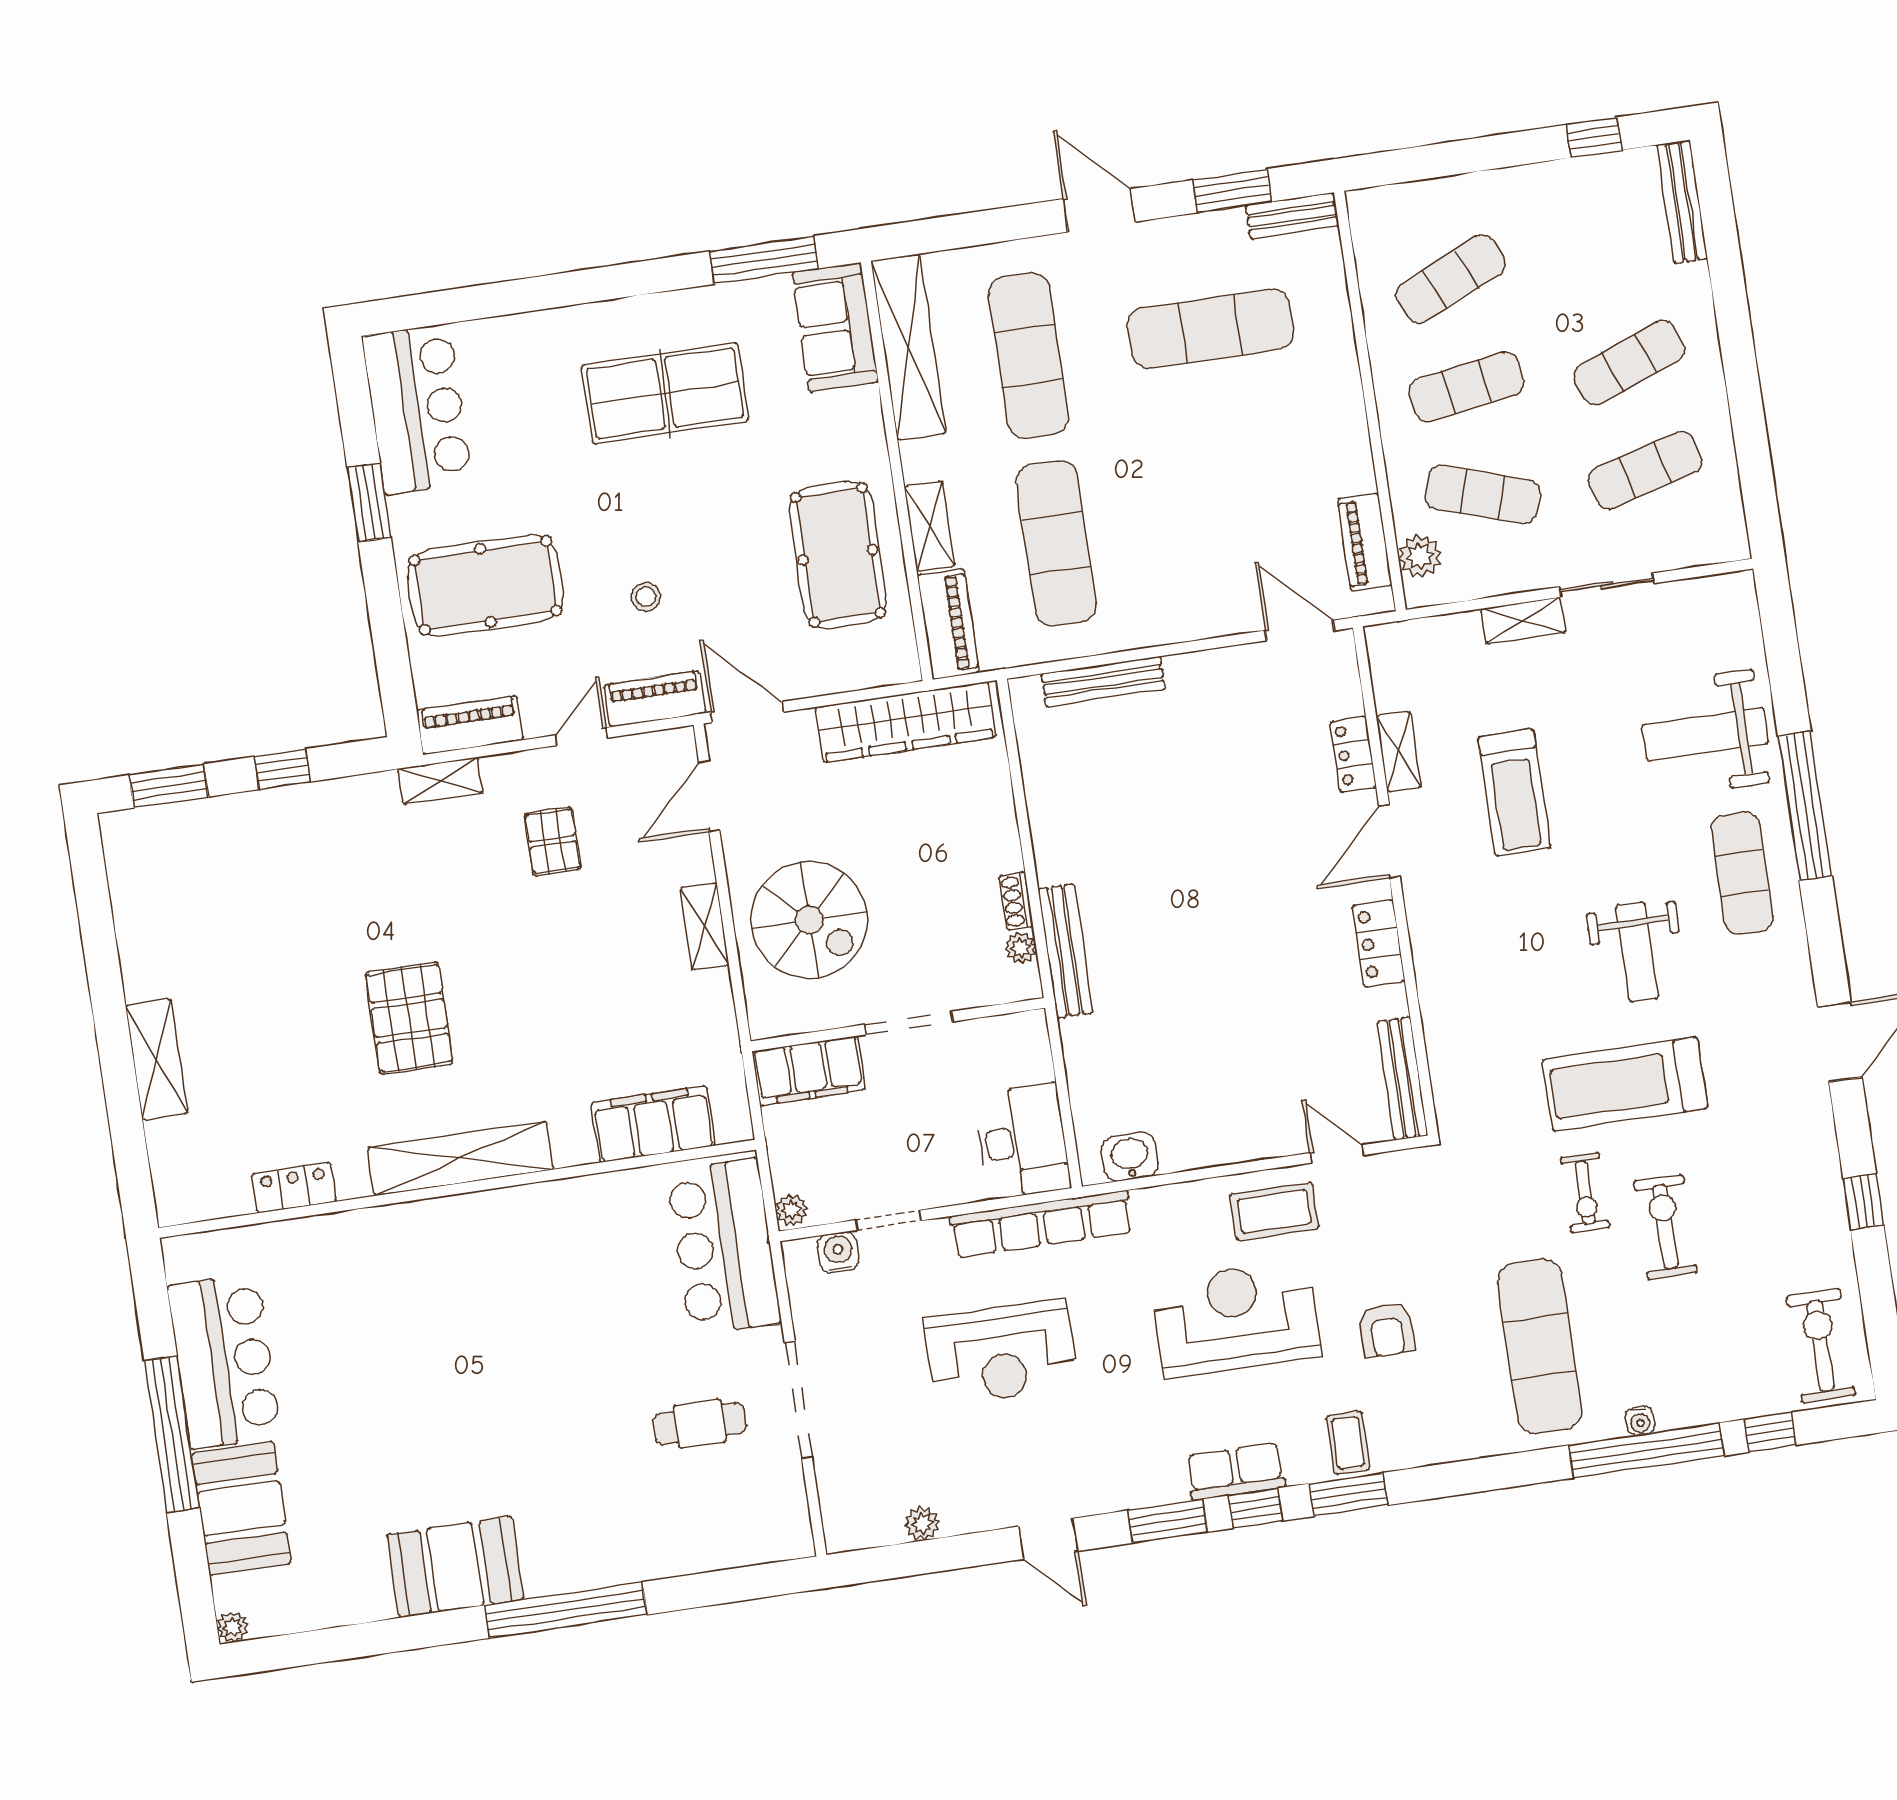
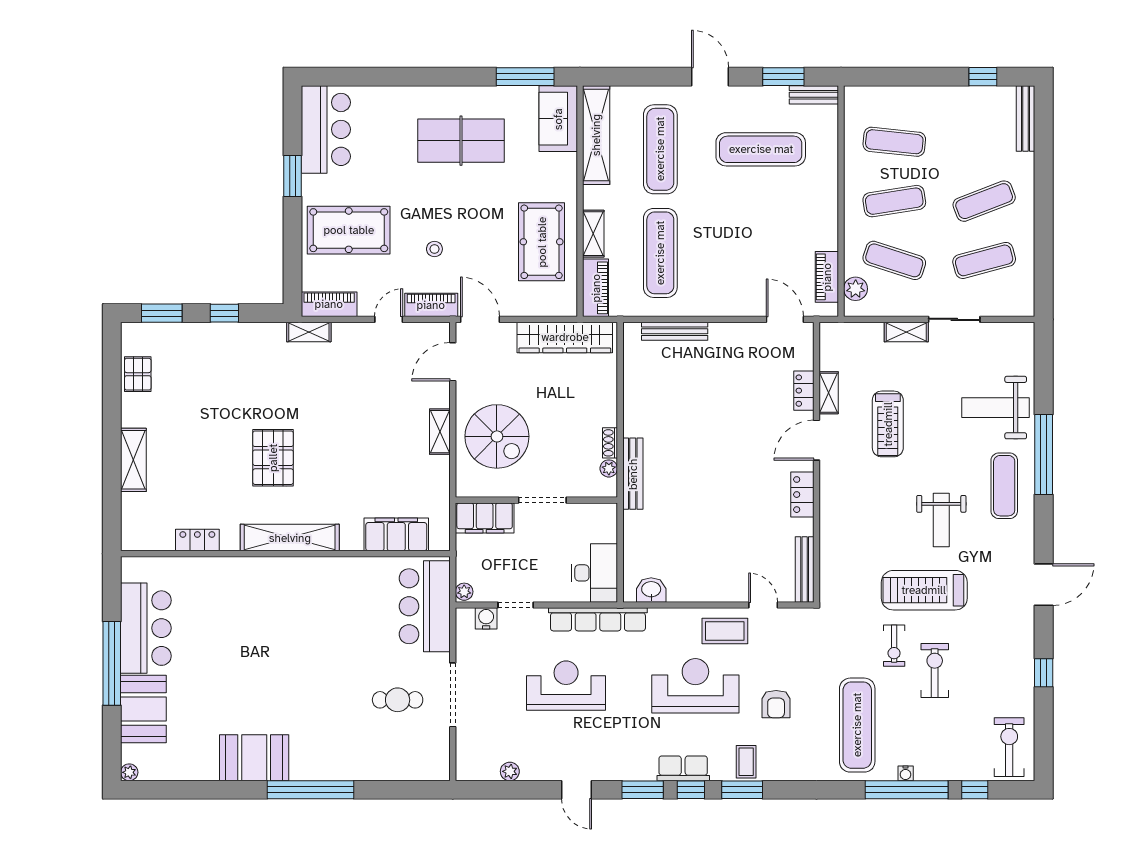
exercise mat: (1451, 279) -> (894, 142), turned 30
pallet: (552, 841) -> (138, 374), moved
reception desk: (1001, 1353) -> (566, 686), turned 180

